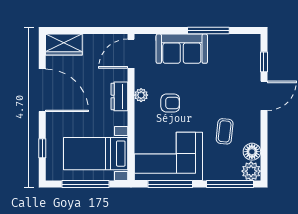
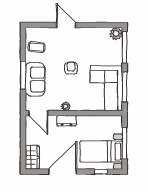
window: (208, 31) -> (23, 75), moved
window: (264, 62) -> (44, 25), removed
armchair: (170, 103) -> (71, 68), moved
coffee table: (225, 131) -> (37, 47), moved
floor lamp: (252, 152) -> (103, 33), removed
bed with nightstands: (96, 154) -> (101, 152), moved, turned 90

